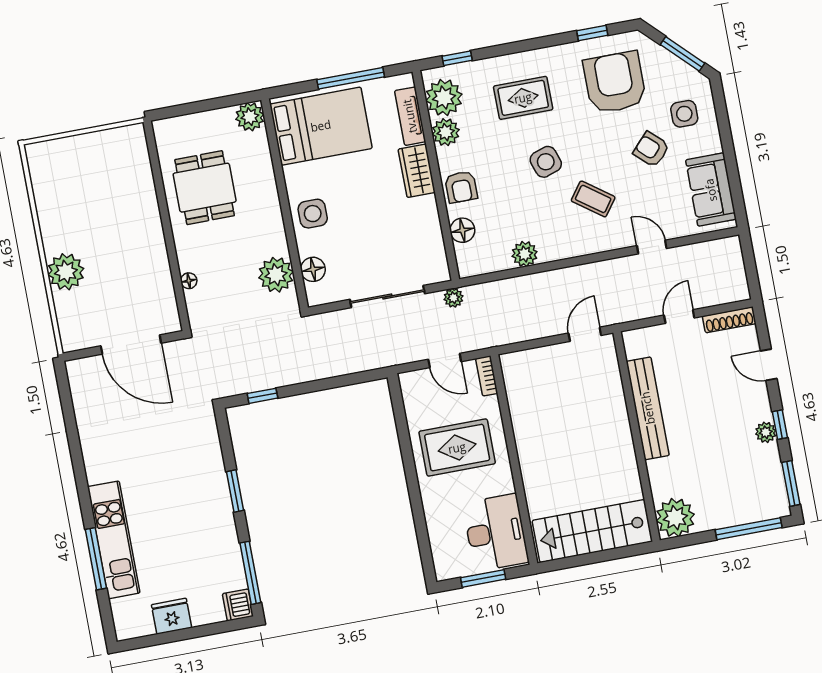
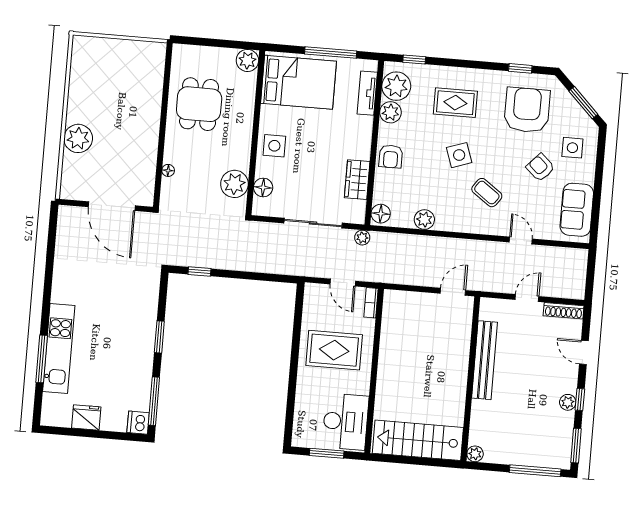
wardrobe: (417, 171) -> (357, 180), moved
floor lamp: (462, 230) -> (381, 214), moved
plant: (675, 518) -> (475, 454), width x0.53, depth x0.53

